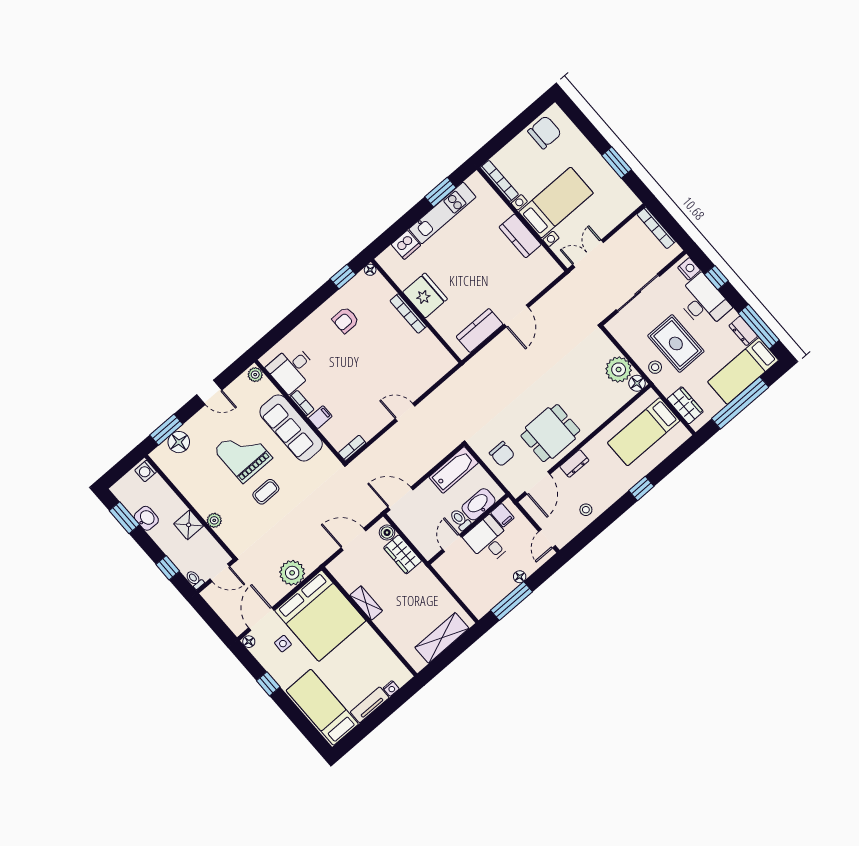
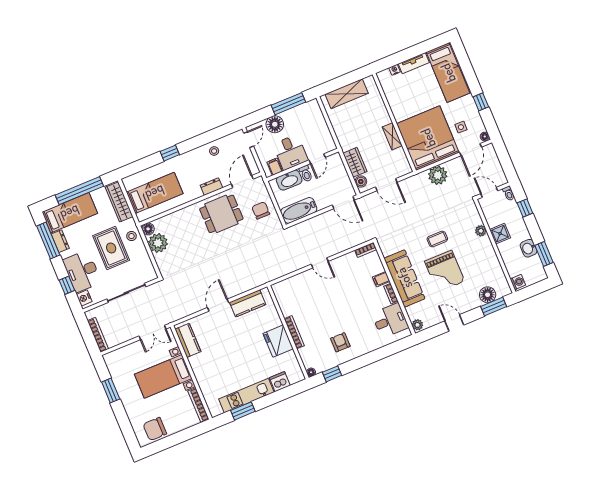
kitchen counter: (520, 236) -> (188, 340), moved
armchair: (346, 320) -> (340, 342), turned -90
wardrobe: (685, 405) -> (119, 202), width x1.50
floor lamp: (520, 577) -> (275, 124), width x1.89, depth x1.89

